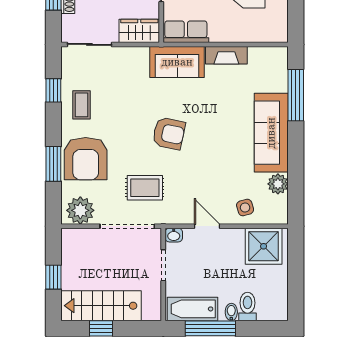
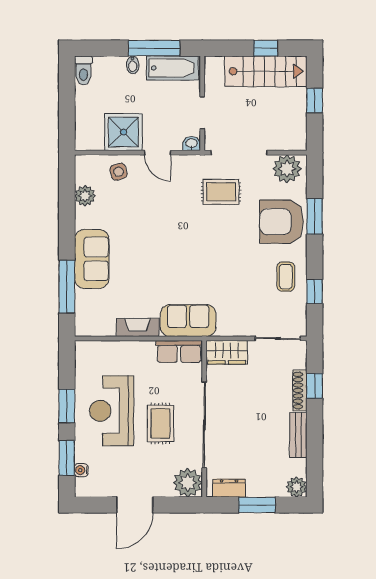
armchair: (169, 133) -> (197, 247), removed
sofa: (271, 133) -> (92, 259), width x0.73
armchair: (86, 159) -> (282, 222), turned -90
shower: (264, 246) -> (123, 132), moved
toilet: (248, 306) -> (83, 71), moved

